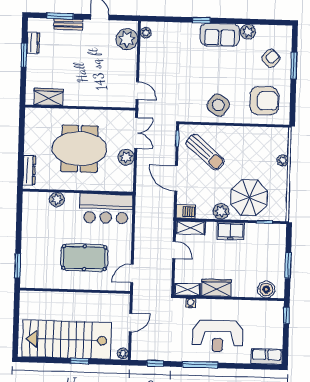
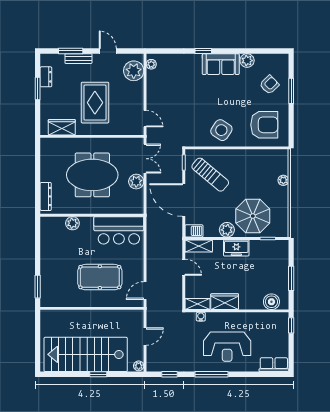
rug: (85, 72) -> (95, 103), added
door: (176, 178) -> (184, 200), width x1.36

